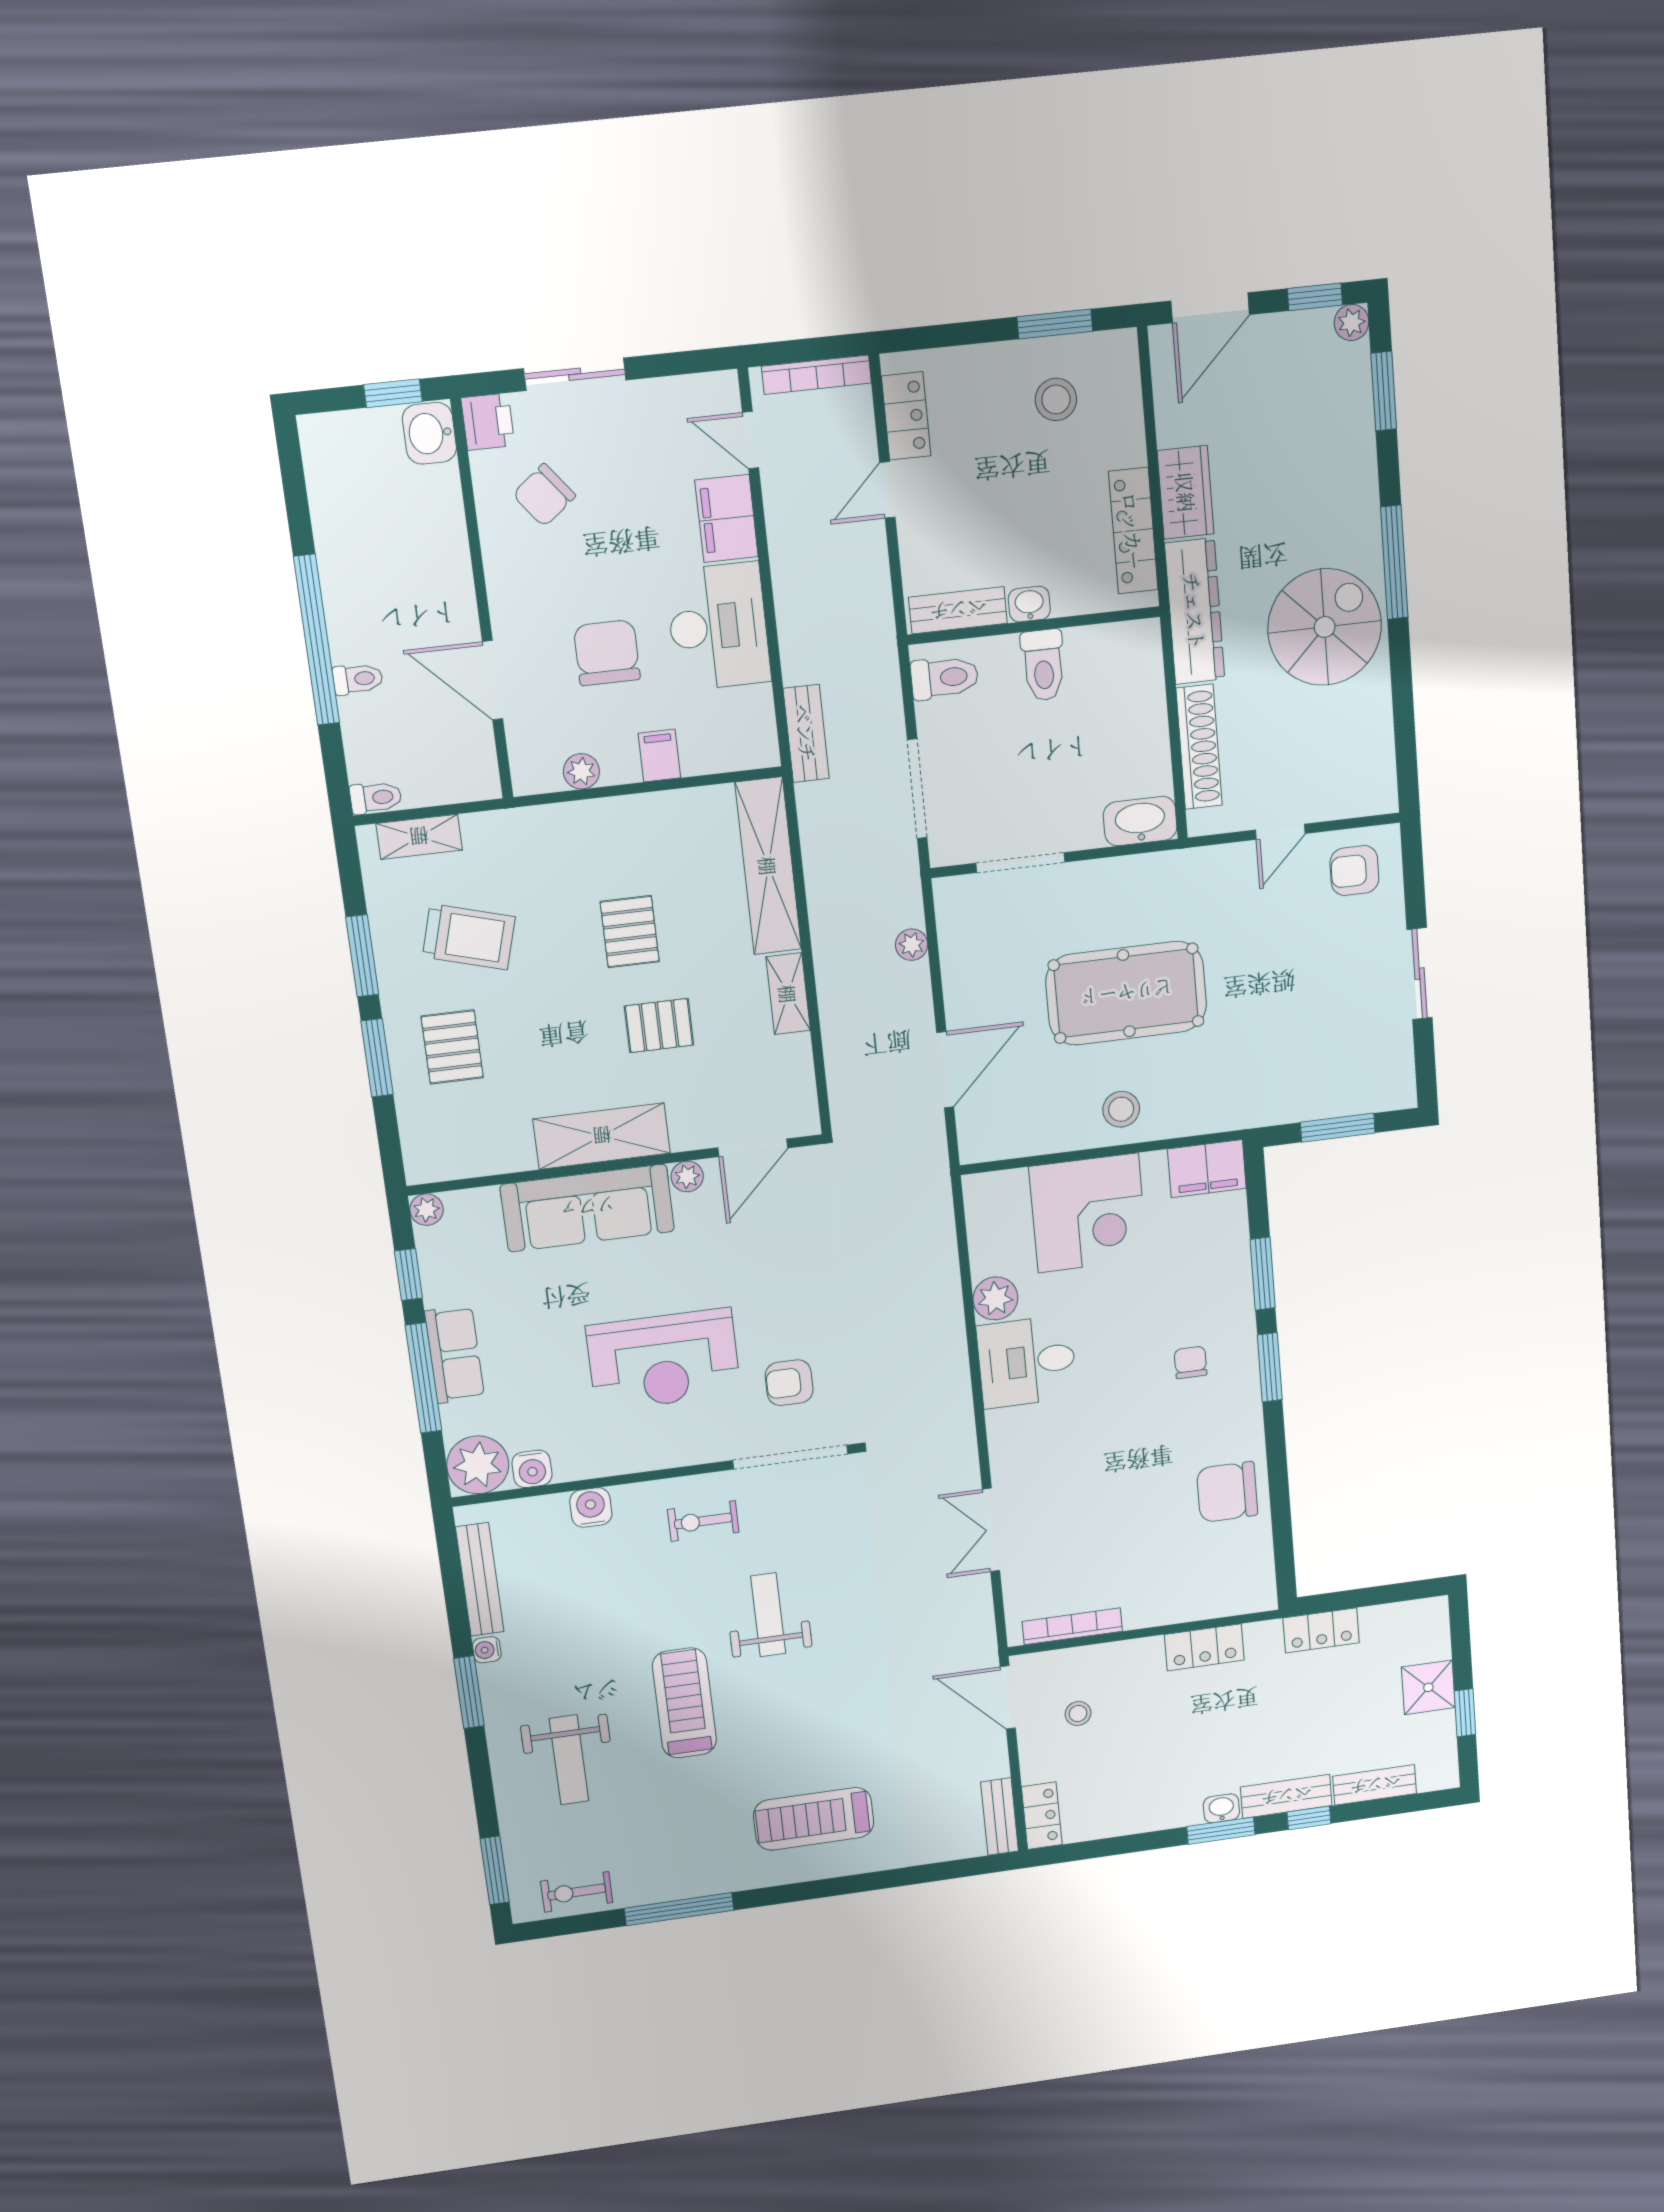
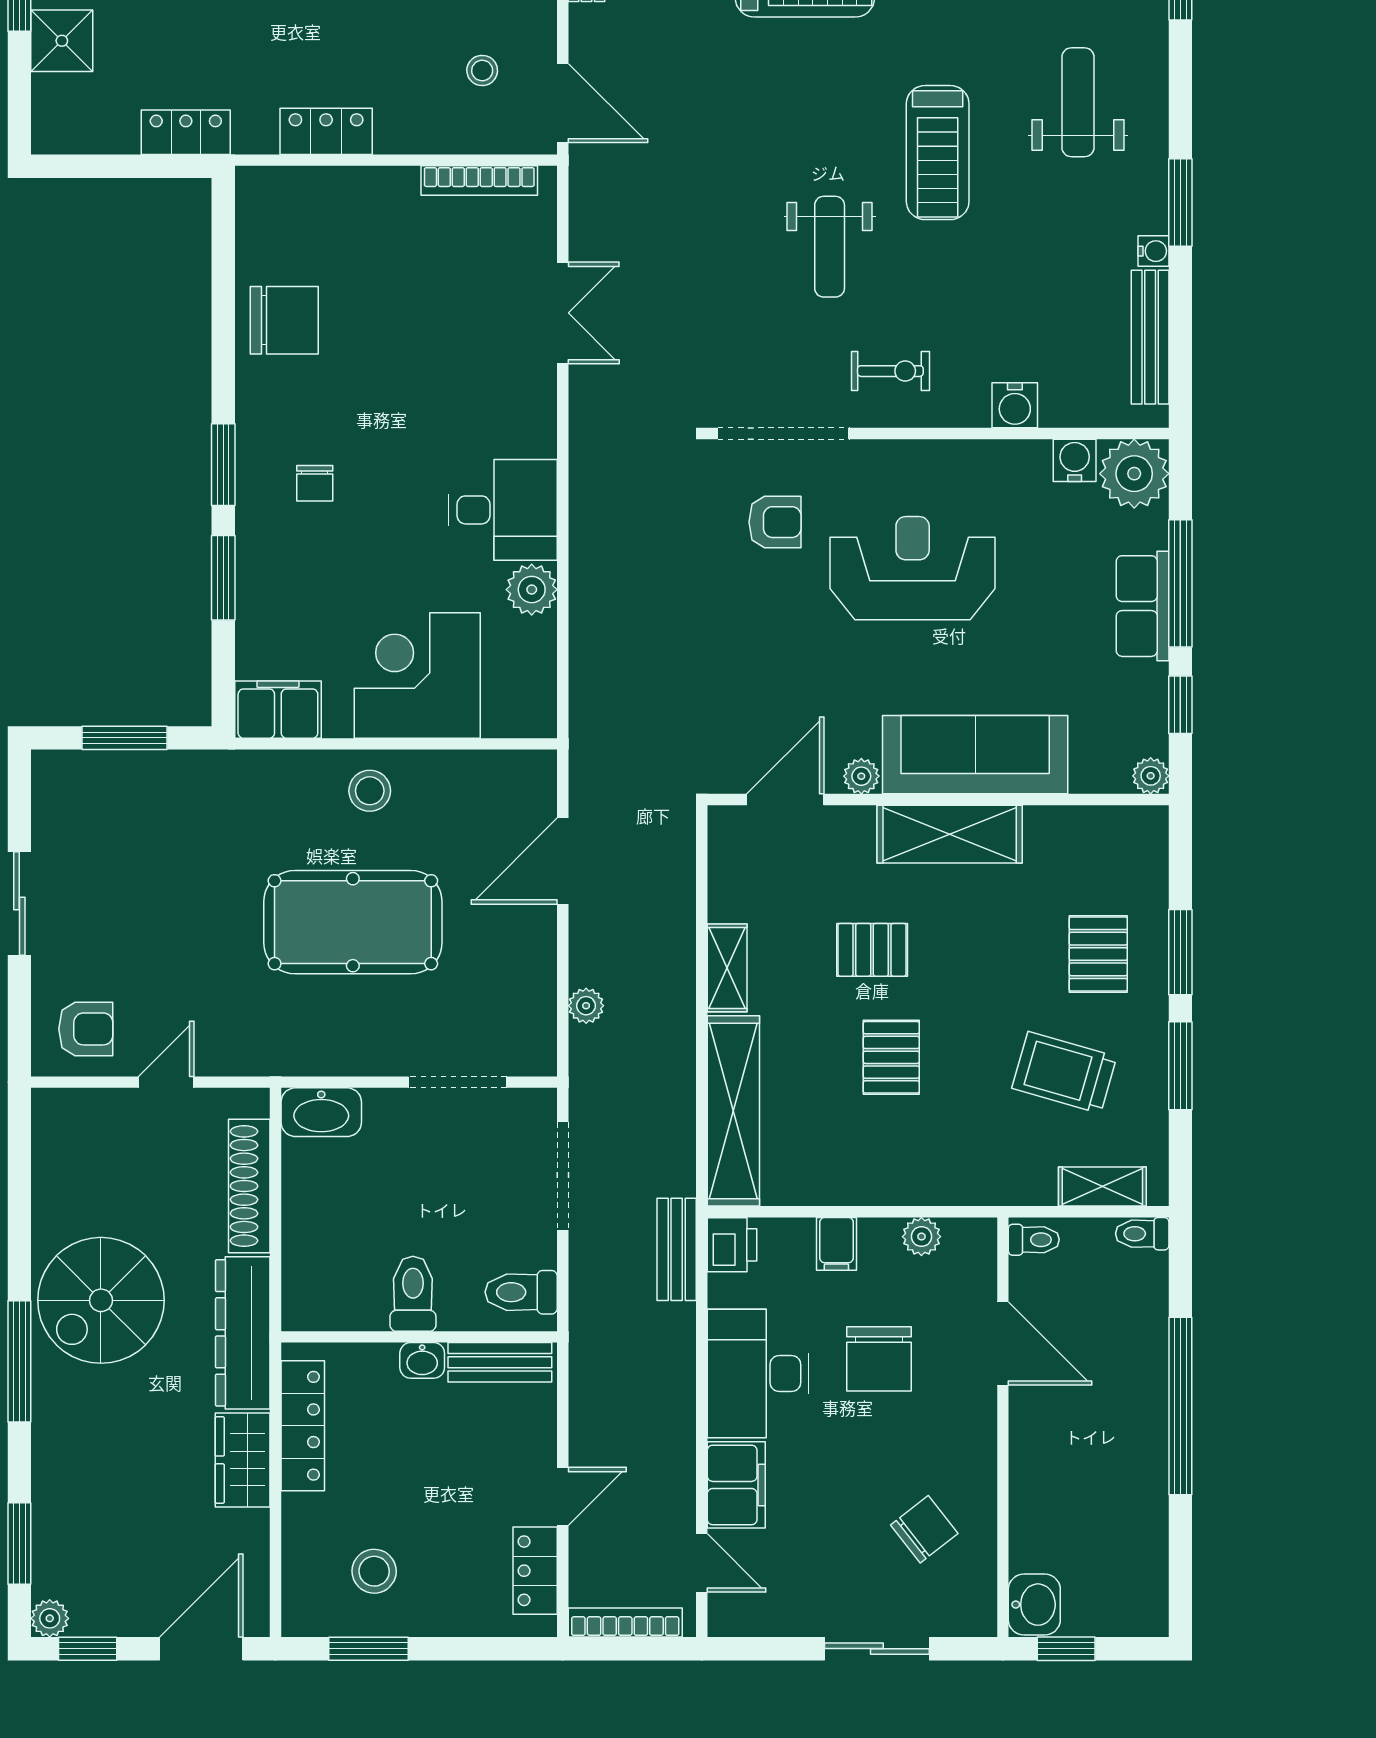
printer: (488, 422) -> (732, 1245), moved, turned 180
toilet: (358, 679) -> (1034, 1240), moved, turned 180

